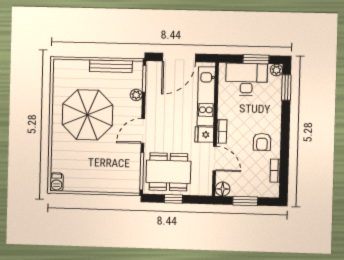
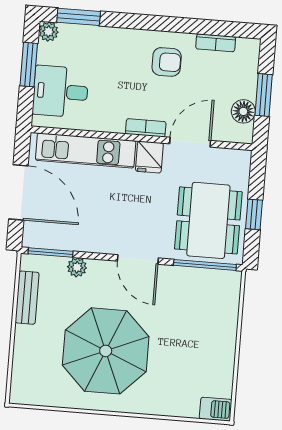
bench: (111, 66) -> (27, 298), width x0.73
desk: (246, 79) -> (61, 92), width x0.73
floor lamp: (223, 189) -> (243, 111), moved

